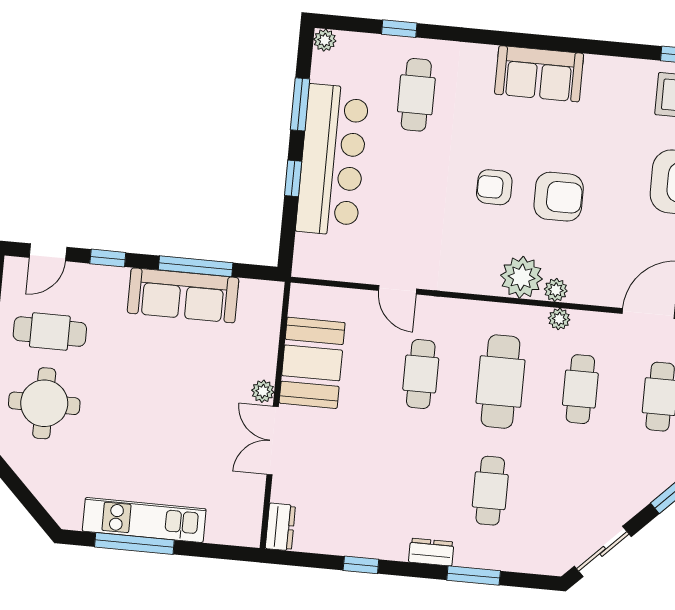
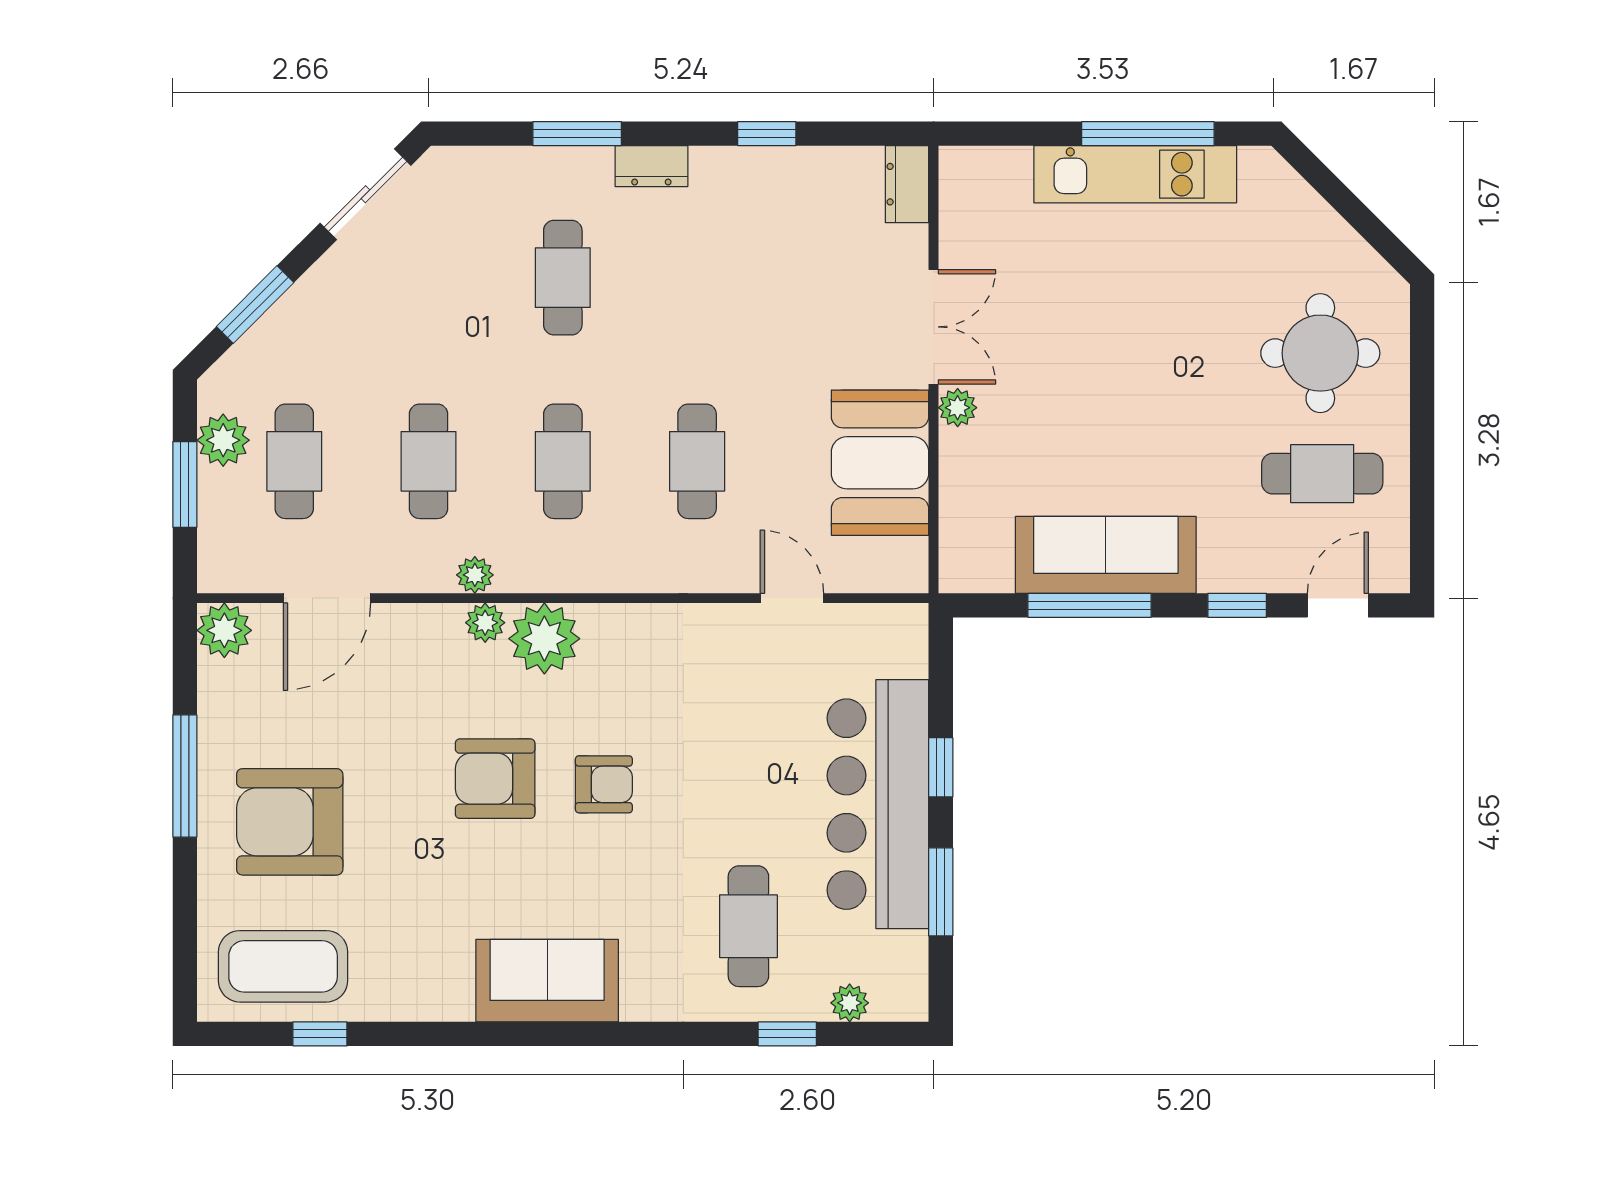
plant: (325, 40) -> (850, 1003), moved
door: (397, 290) -> (792, 598), moved
cafe table: (501, 382) -> (563, 461), width x0.73, depth x0.74

